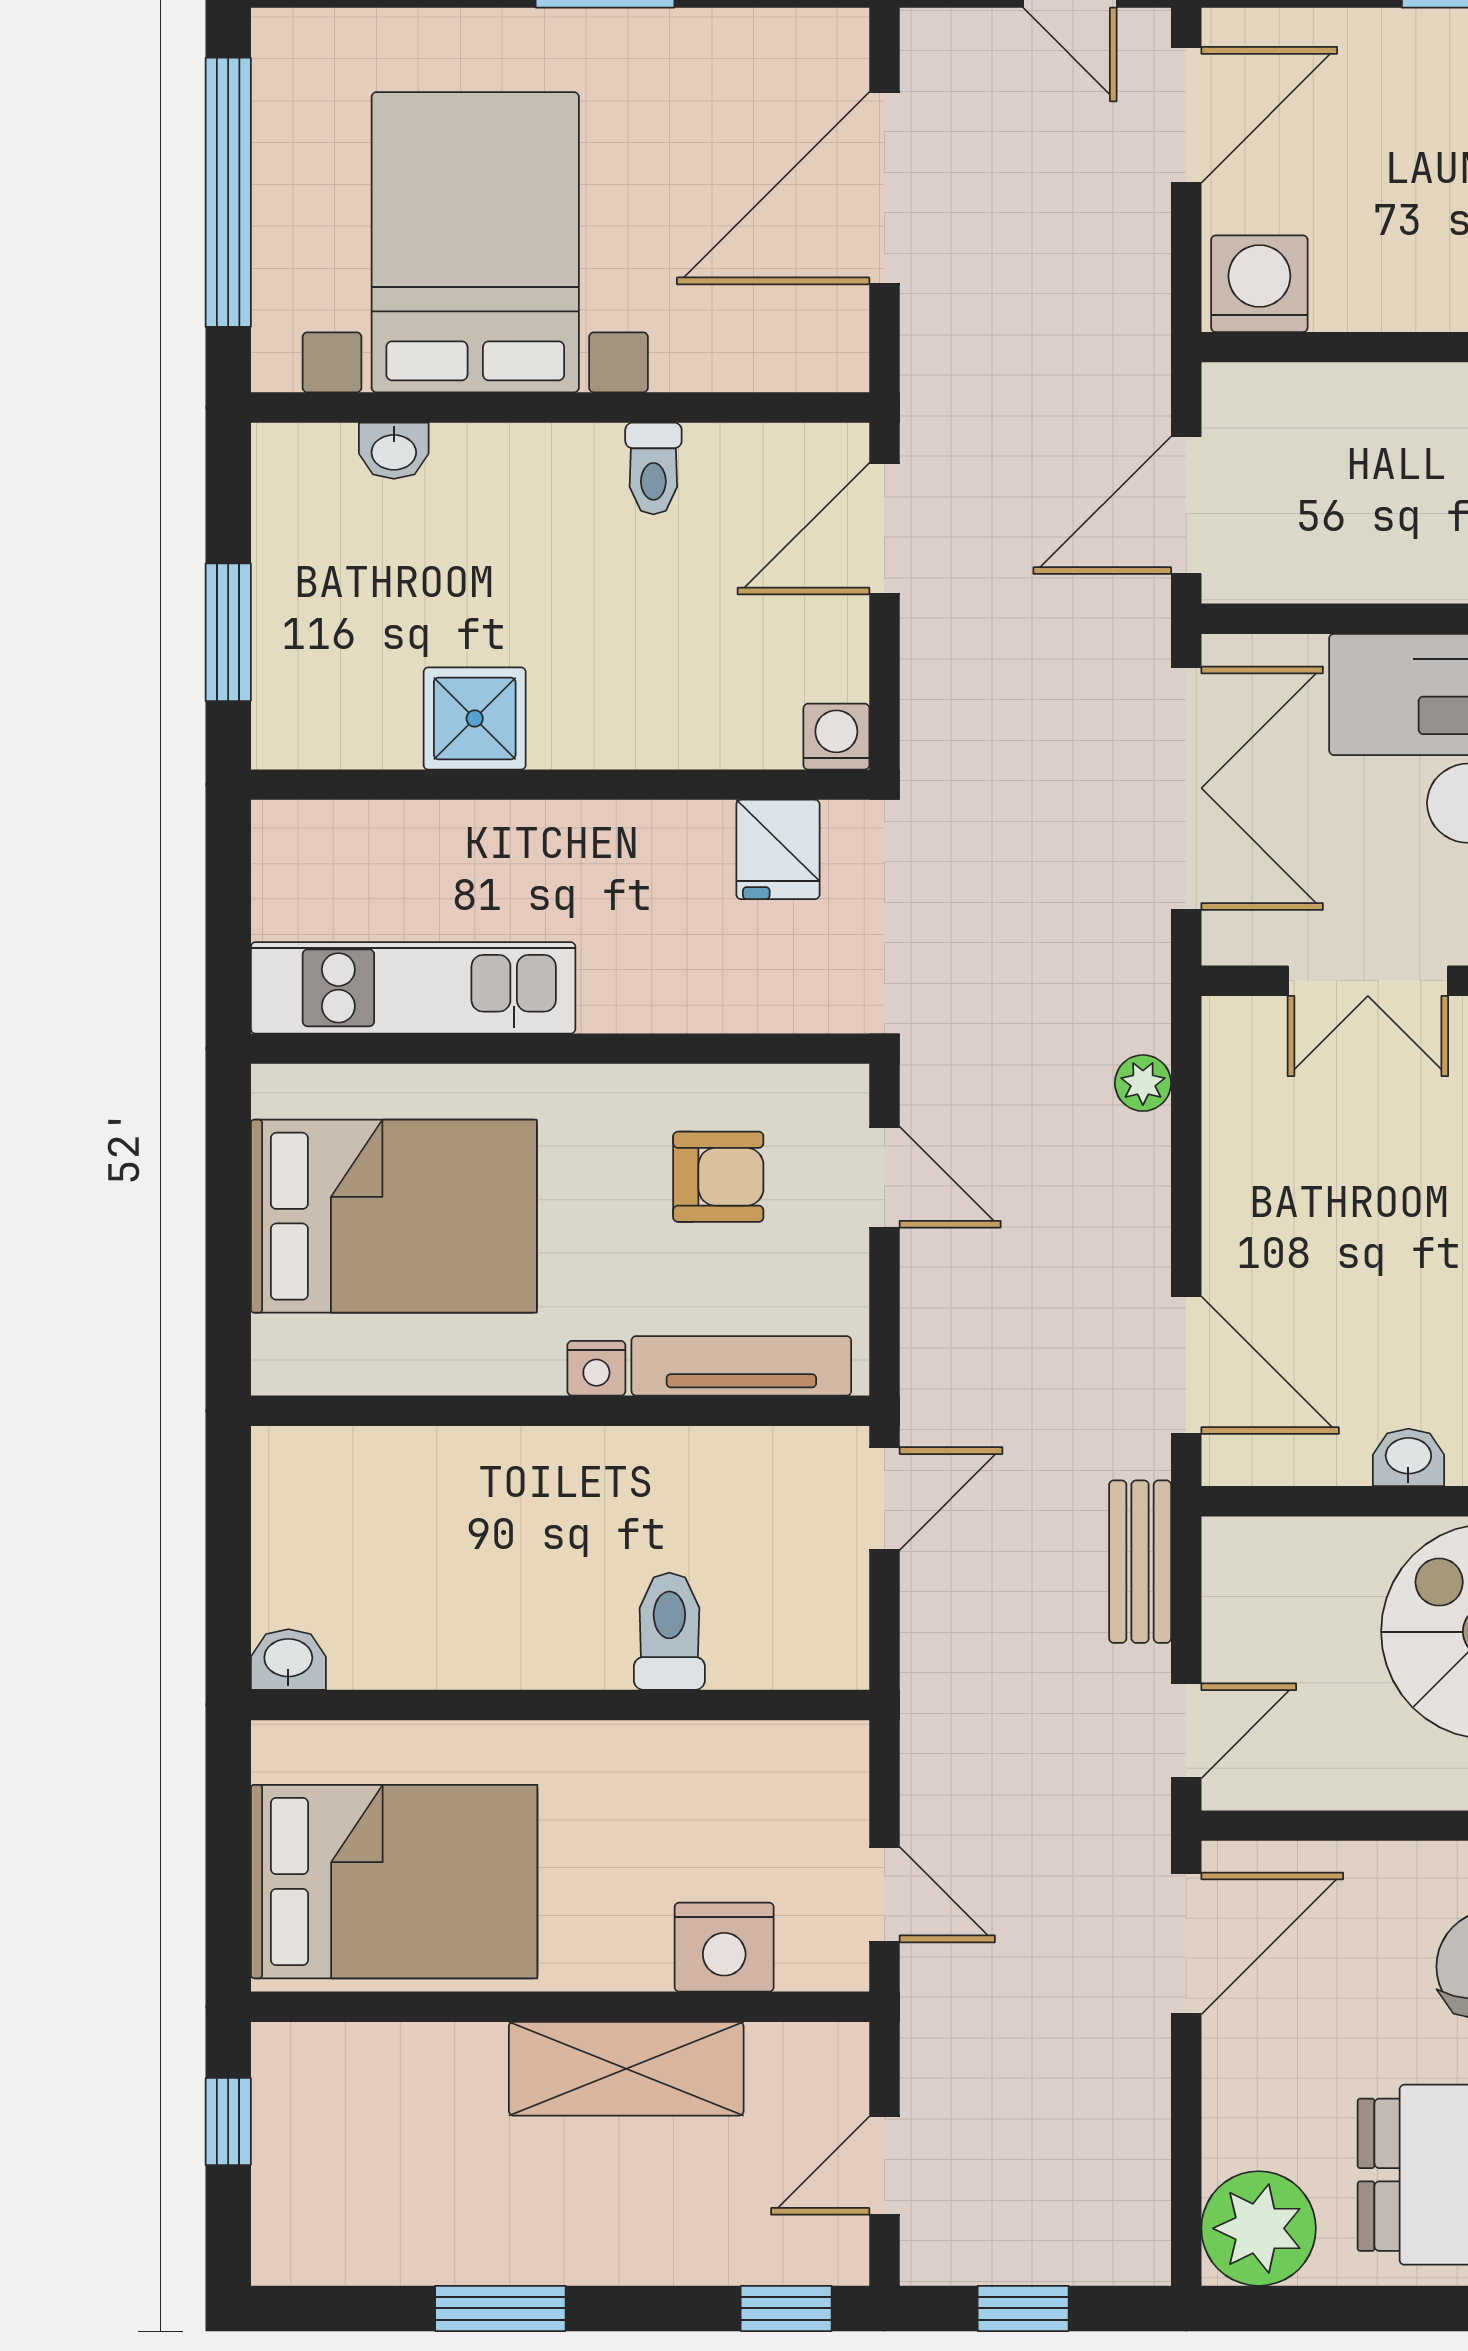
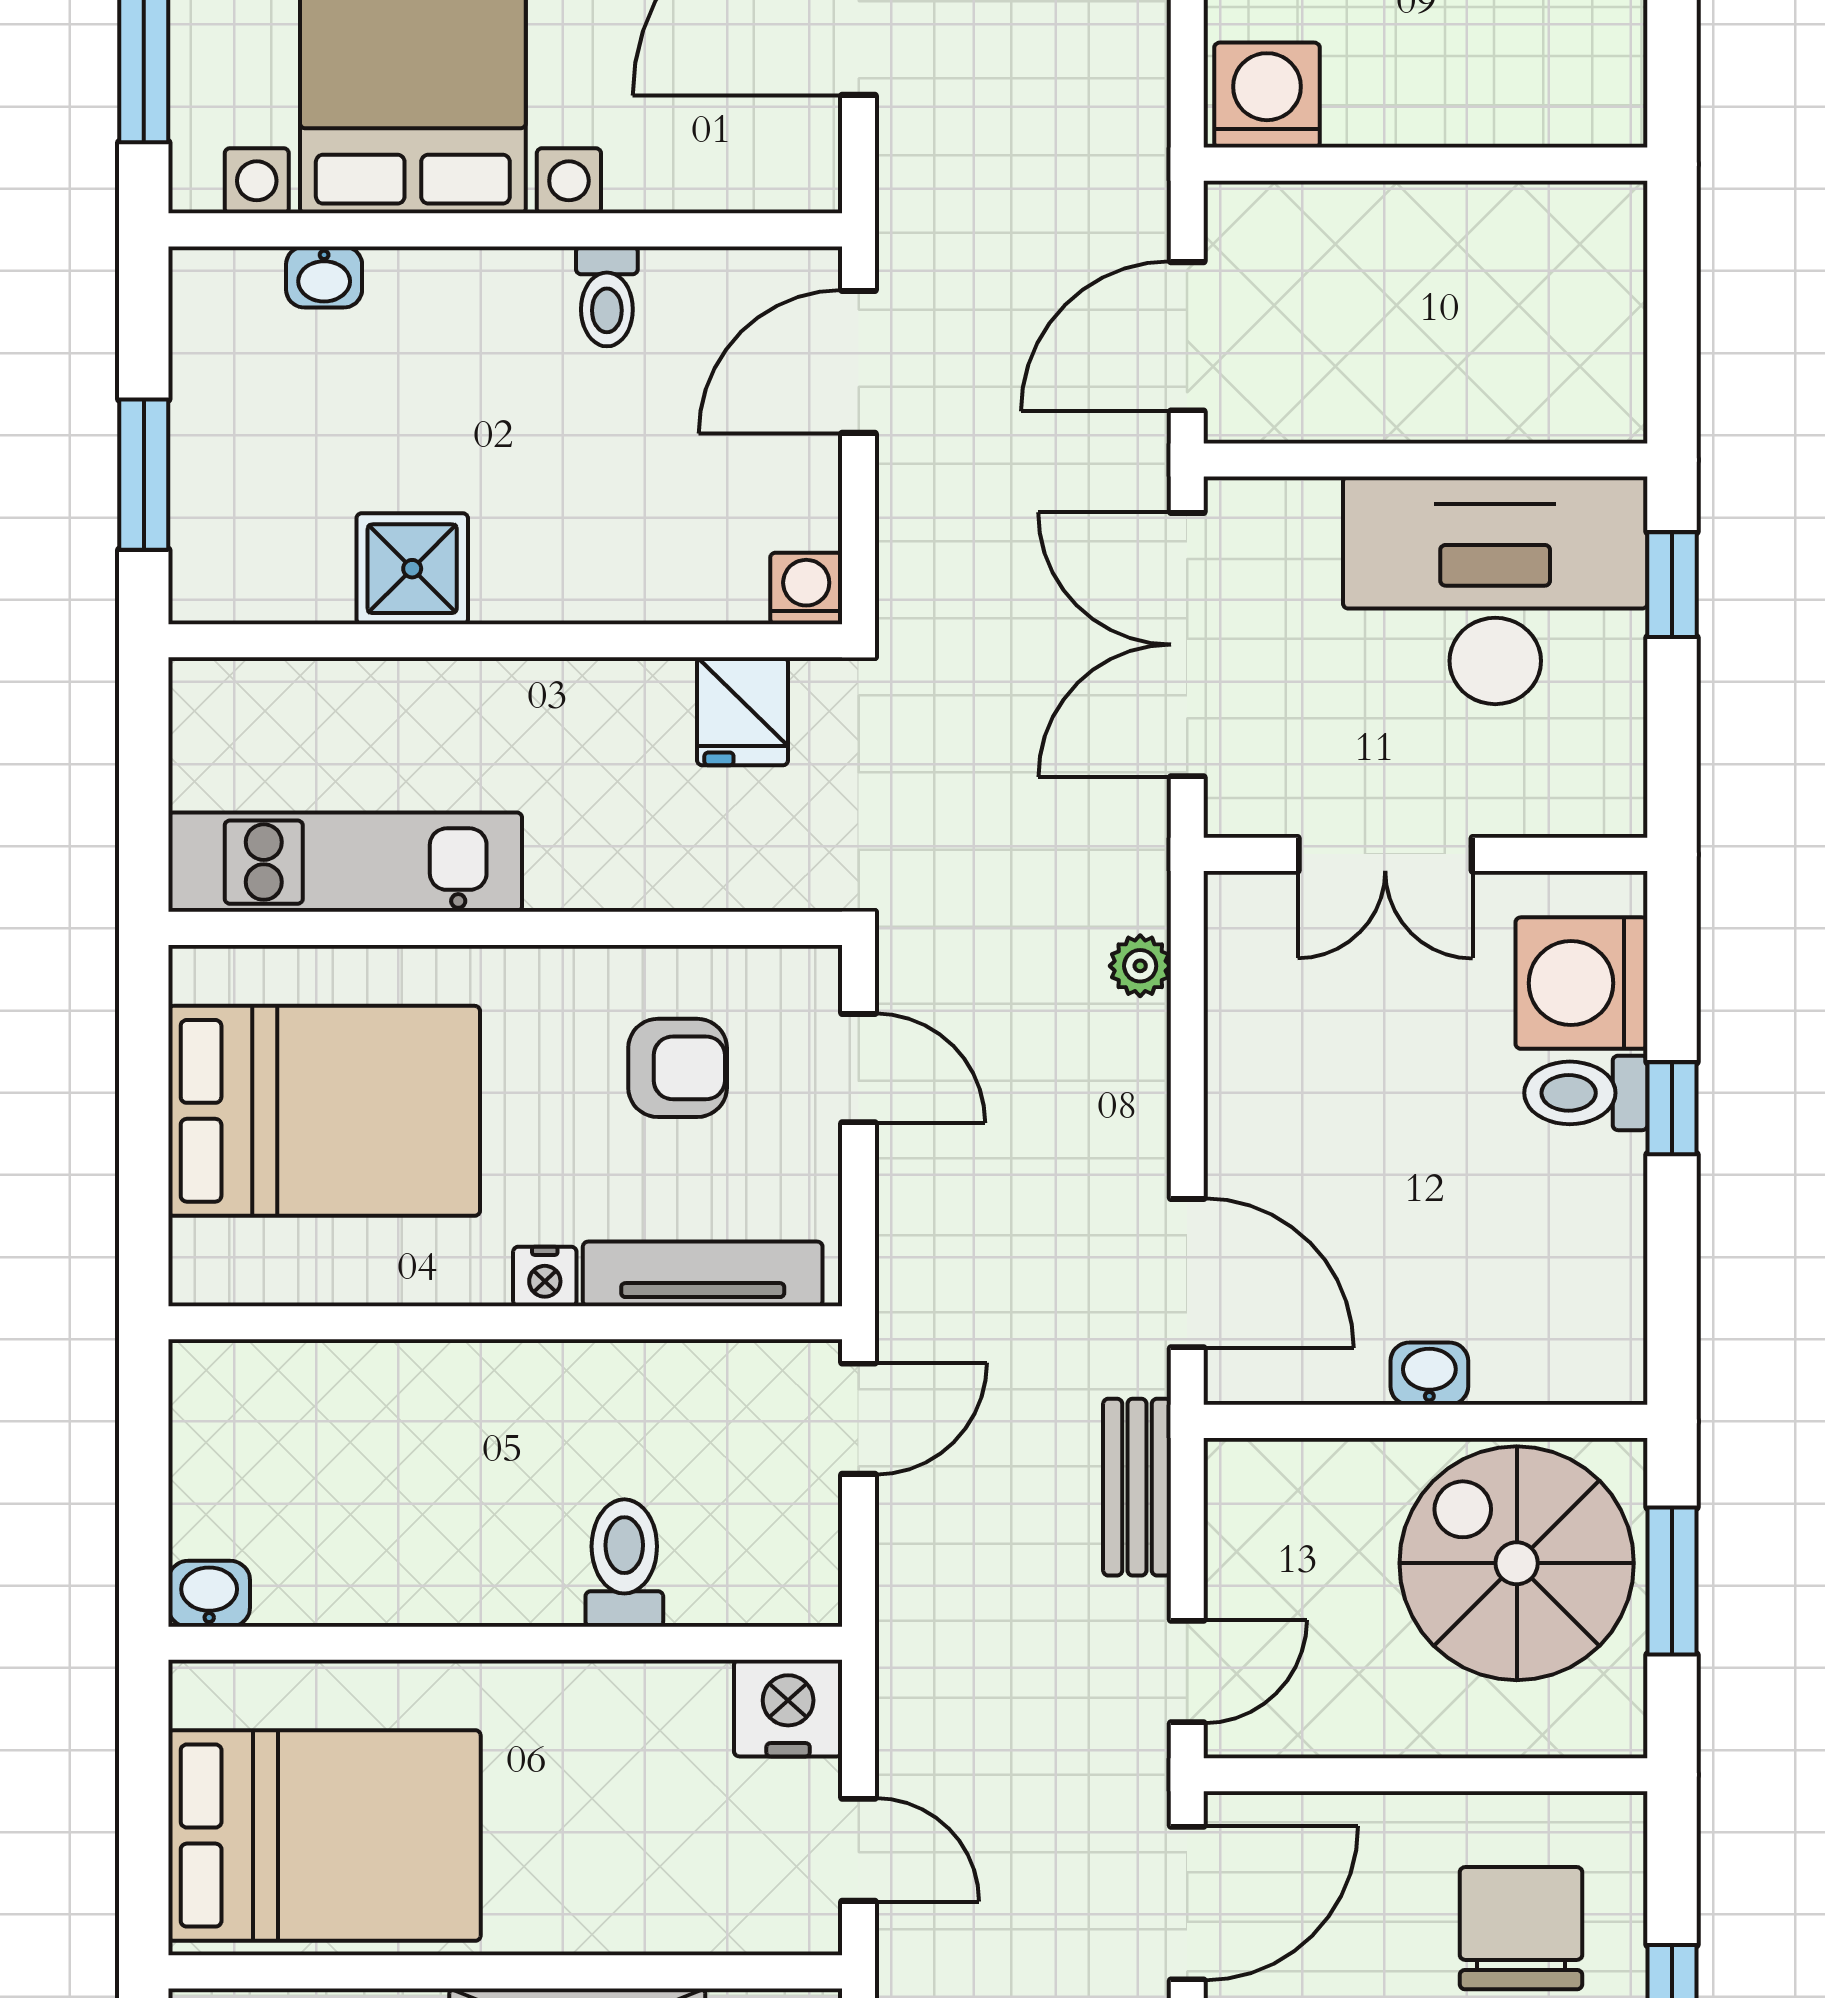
double door: (1186, 788) -> (1187, 645), swing flipped
nightstand: (724, 1947) -> (788, 1708), moved, turned 180

